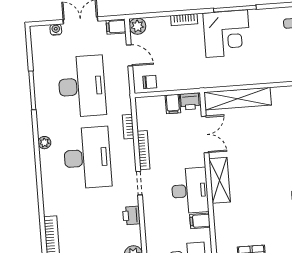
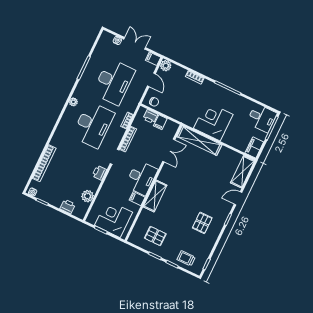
corner desk: (227, 34) -> (213, 121), moved, turned 180
printer: (190, 101) -> (150, 116), moved
shelving: (220, 180) -> (155, 196), moved

